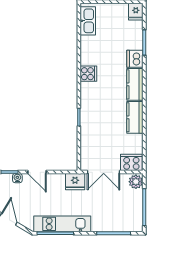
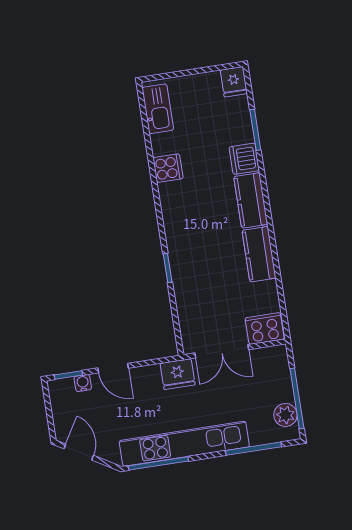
cooker: (88, 74) -> (168, 168), moved
plant: (136, 182) -> (285, 415), moved
kitchen unit: (62, 224) -> (184, 444), width x1.36

